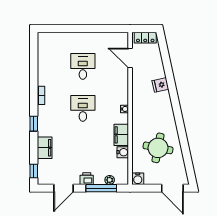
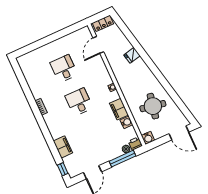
door: (130, 58) -> (98, 45), hinge flipped
window: (34, 124) -> (46, 132), removed
printer: (87, 179) -> (135, 144), moved

